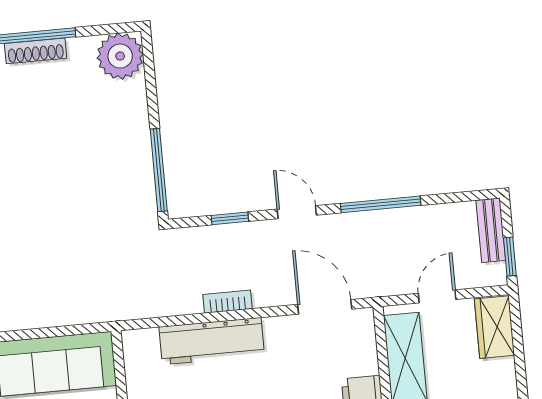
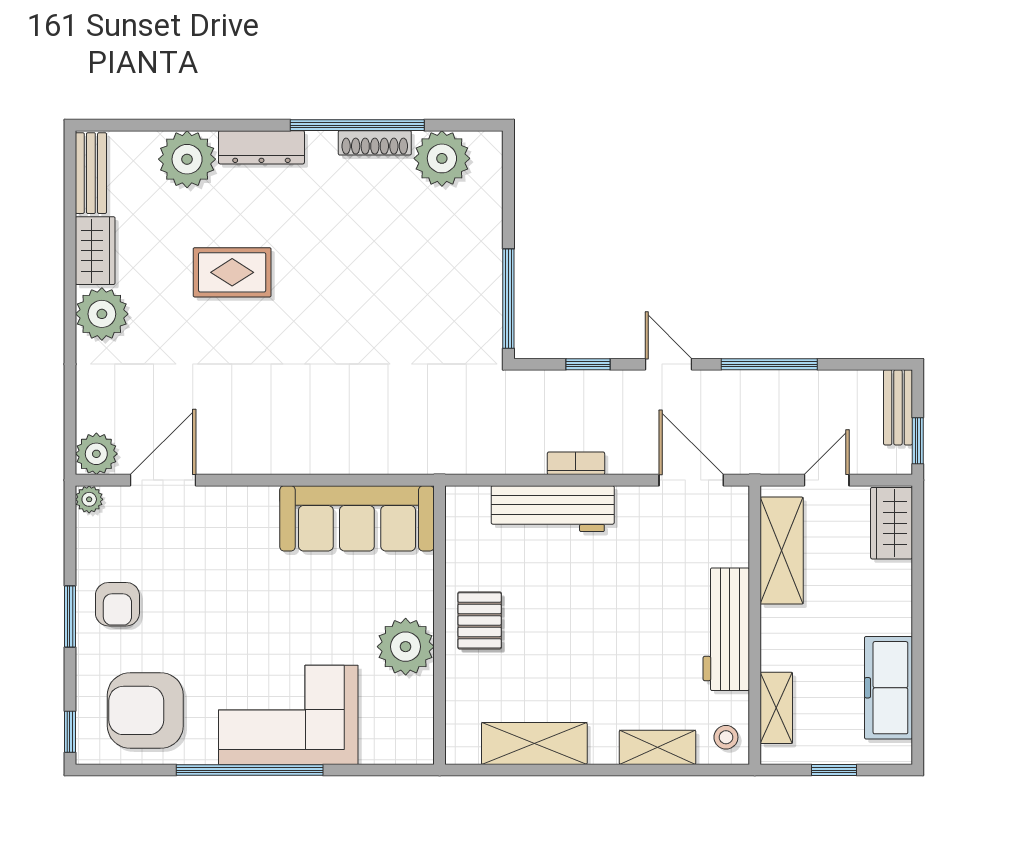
plant: (120, 56) -> (442, 158), moved

